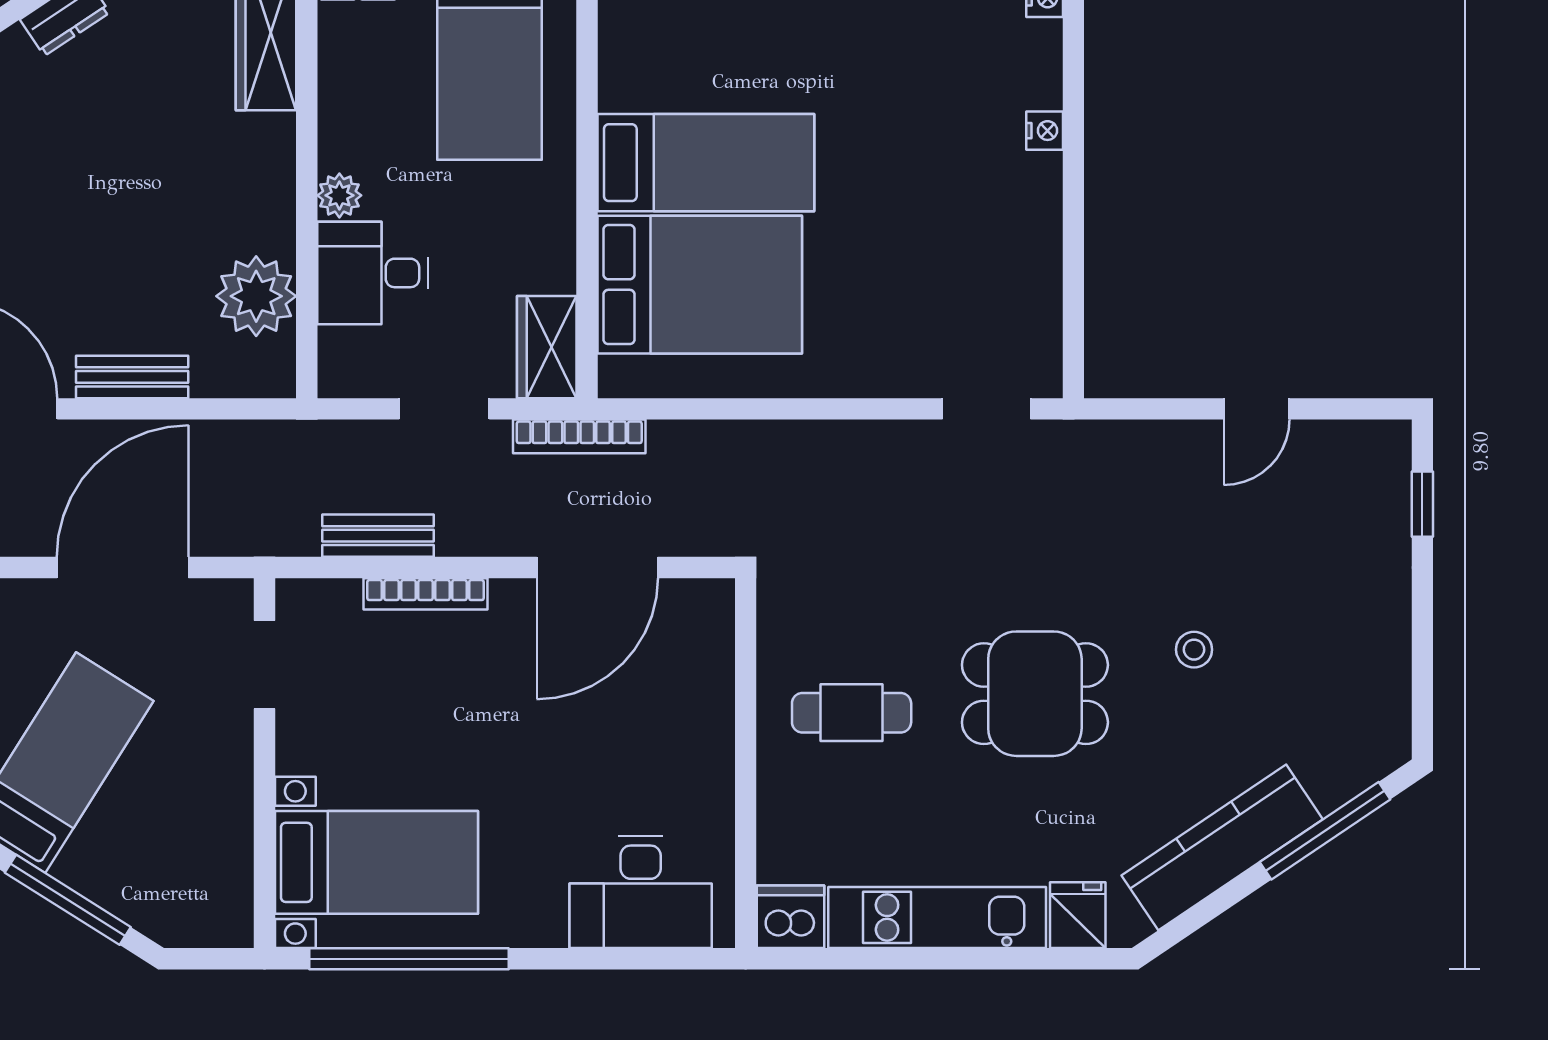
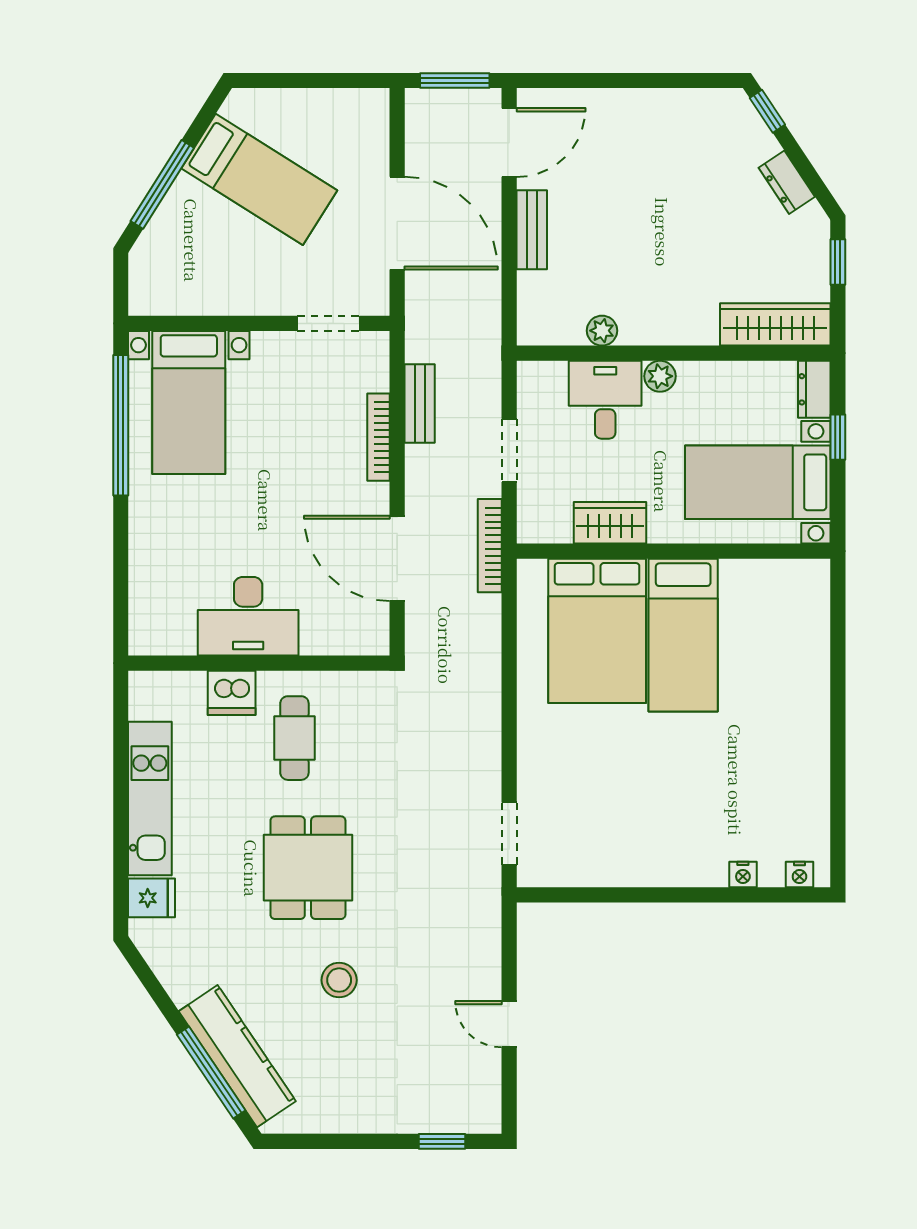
nightstand: (1045, 131) -> (743, 874), moved
plant: (256, 296) -> (602, 331), width x0.53, depth x0.53
wardrobe: (547, 347) -> (610, 523), moved
stool: (1194, 650) -> (339, 980), width x1.37, depth x1.37
kitchen counter: (1222, 847) -> (237, 1056), moved
desk: (641, 892) -> (248, 616), moved, turned -90
dishwasher: (790, 917) -> (232, 693), moved, turned 90

